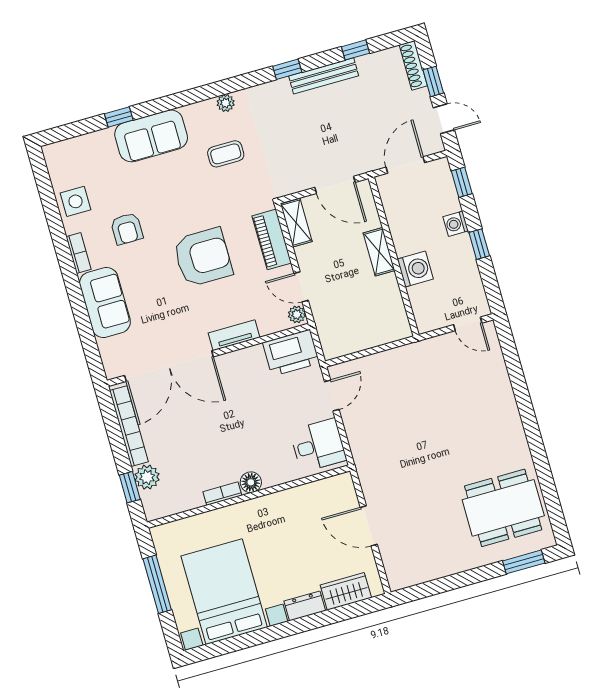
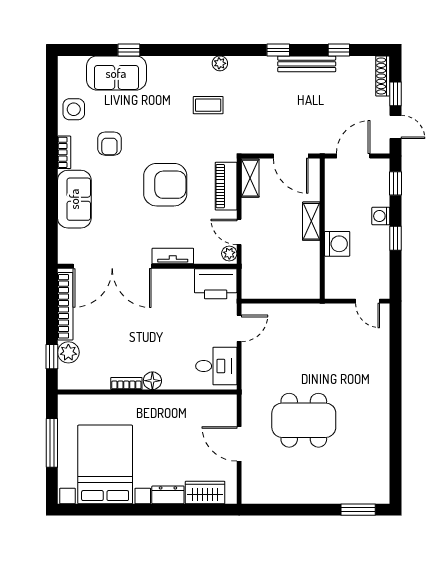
sofa: (151, 136) -> (116, 73), moved
dining table: (503, 508) -> (304, 420), moved

